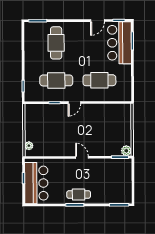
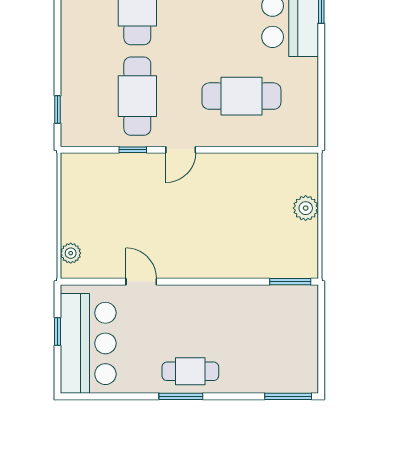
cafe table: (56, 80) -> (137, 96), turned 90
plant: (126, 151) -> (306, 208), moved
door: (82, 157) -> (141, 282), moved

